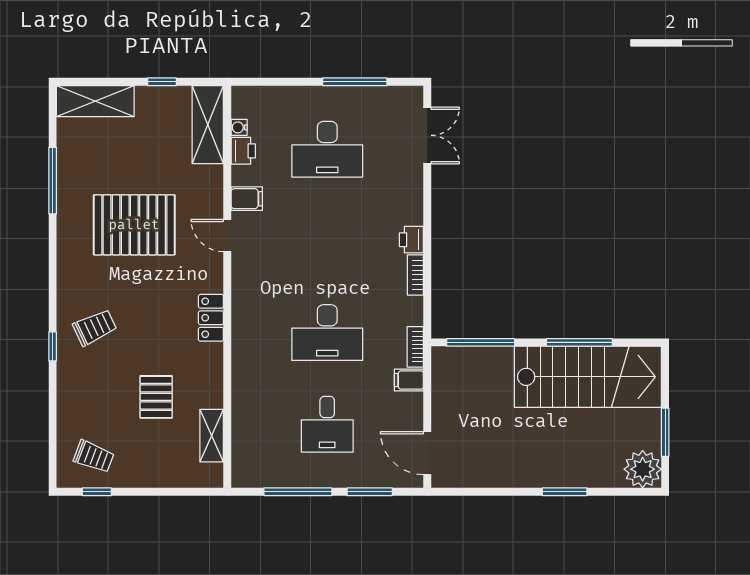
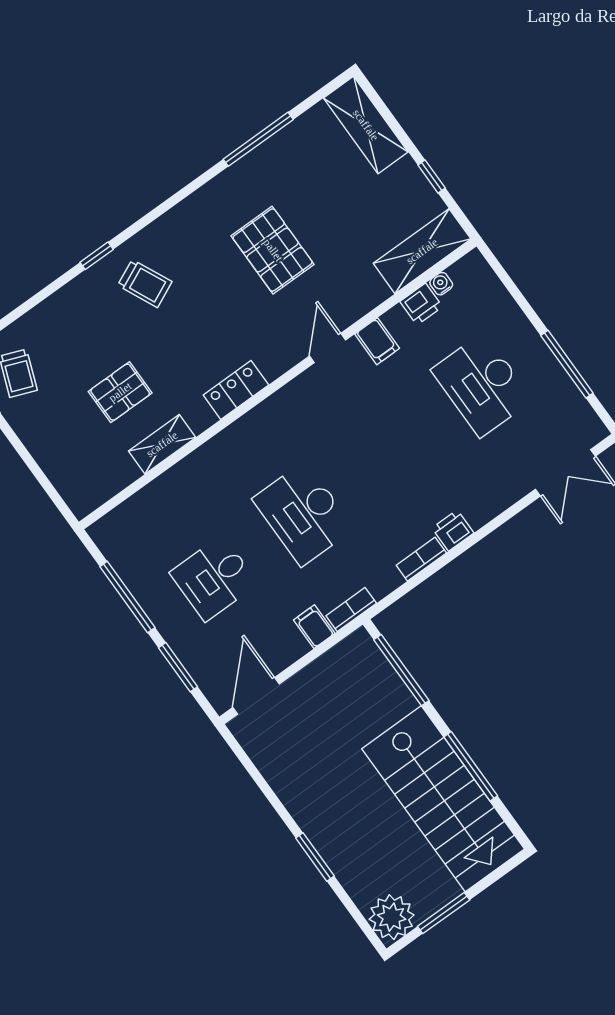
pallet: (134, 225) -> (273, 250), width x0.73, depth x0.71
shelving: (212, 436) -> (162, 444), moved

